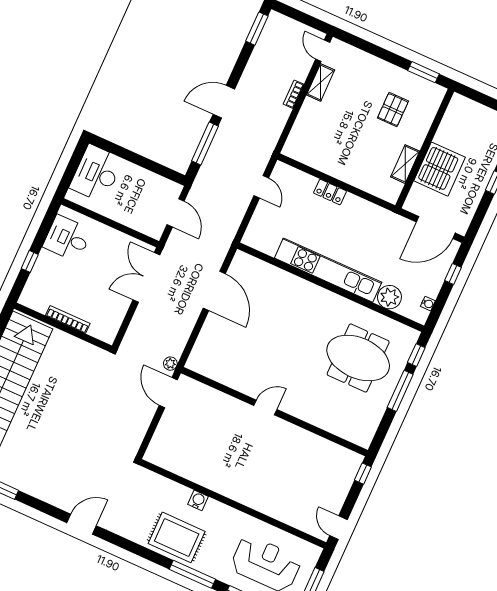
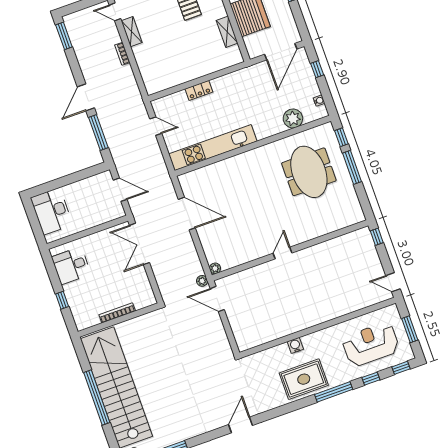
kitchen unit: (328, 270) -> (213, 148), moved
meeting table: (358, 358) -> (309, 172), turned 90
plant: (192, 364) -> (215, 268), added

